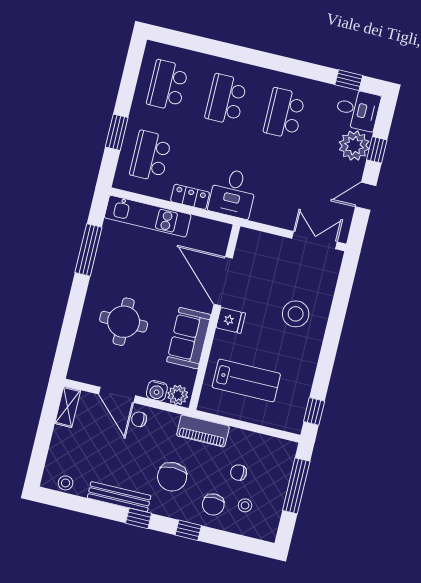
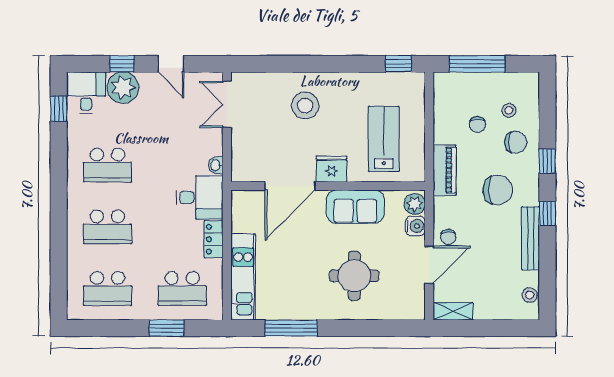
washbasin: (260, 216) -> (216, 165), added
fridge: (231, 320) -> (332, 169), width x1.38

